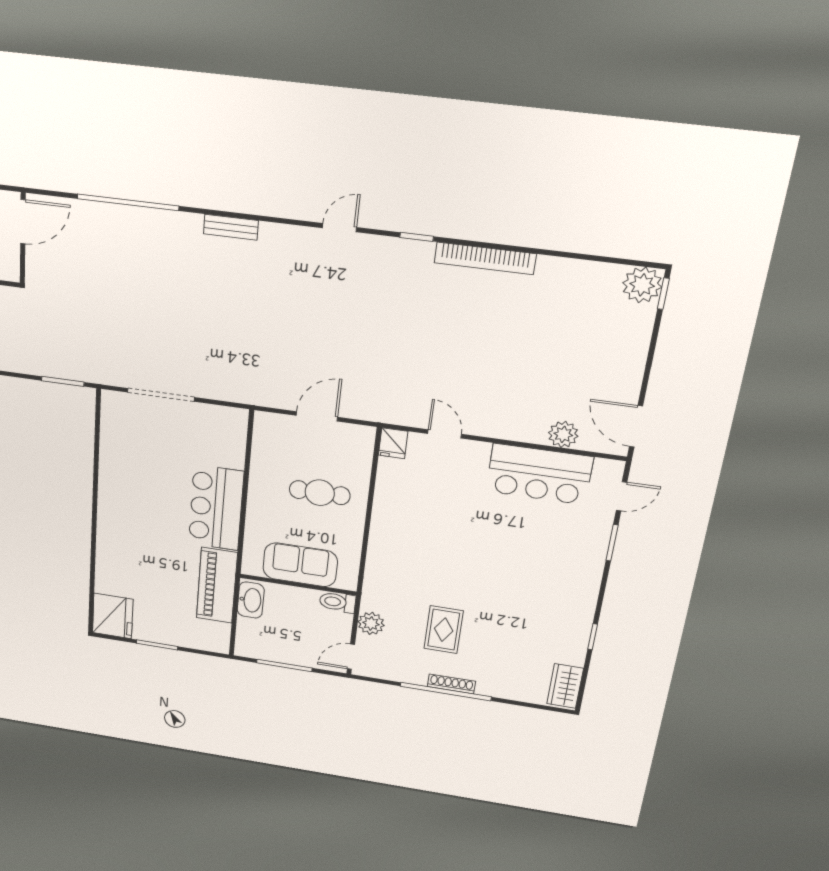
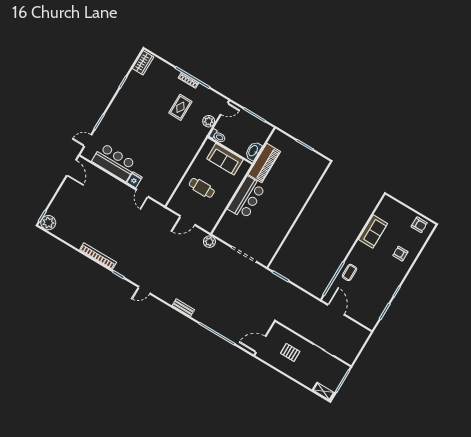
plant: (563, 434) -> (209, 242), moved
fridge: (393, 443) -> (134, 180), moved
fridge: (113, 616) -> (317, 166), removed

